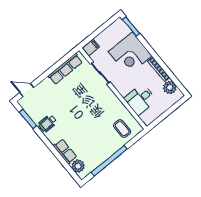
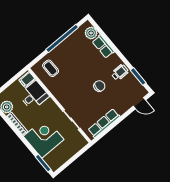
filing cabinet: (91, 47) -> (27, 80), moved
chair: (70, 109) -> (99, 86), added

